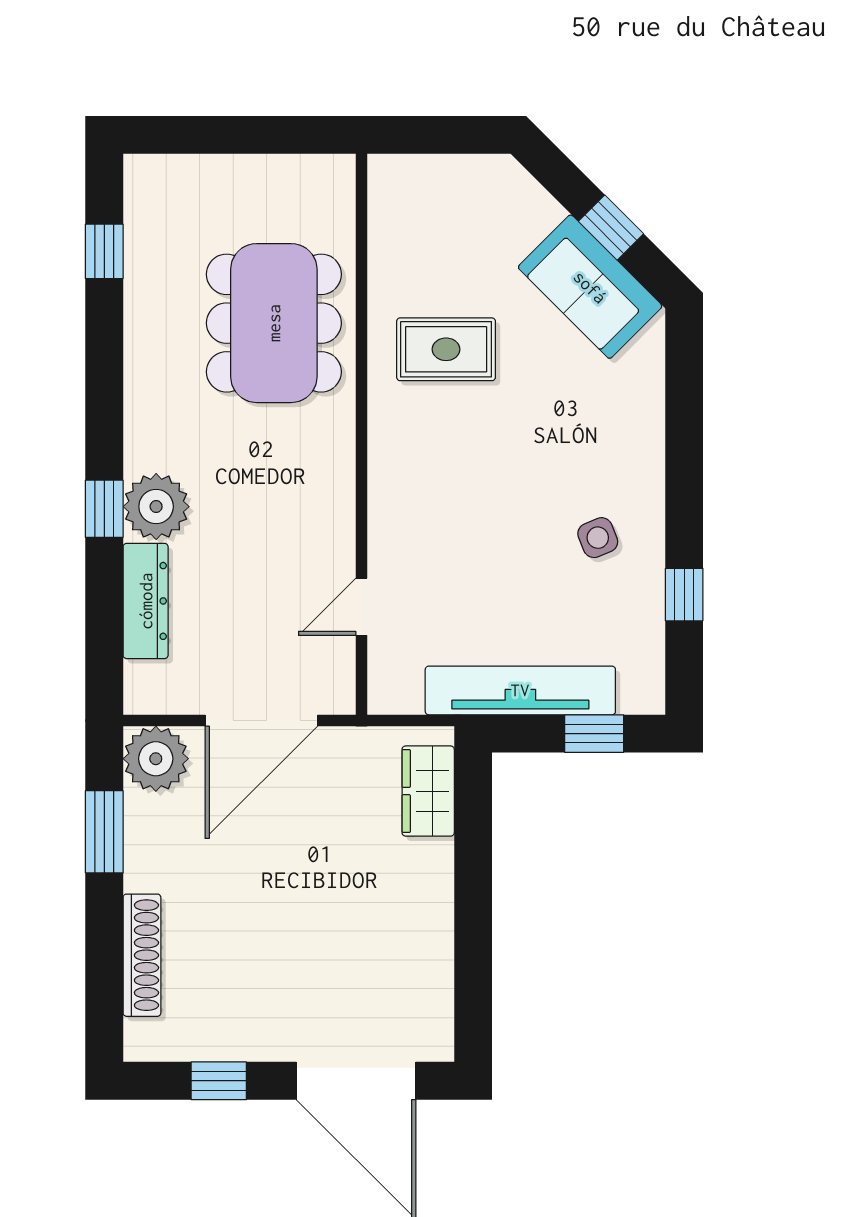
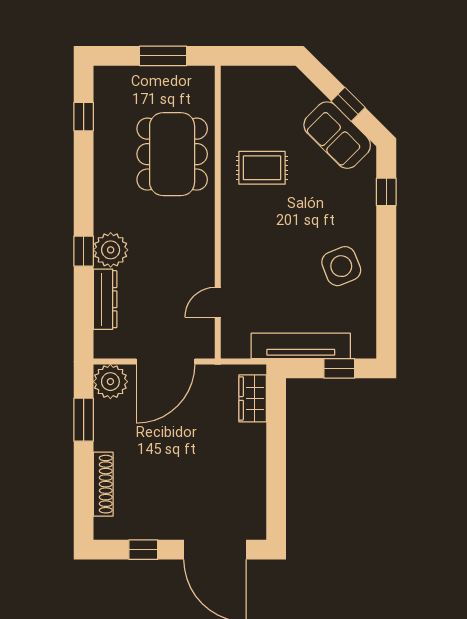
window: (257, 135) -> (163, 56), added
side table: (598, 538) -> (341, 266), width x1.87, depth x1.87
window: (684, 595) -> (386, 192), moved

